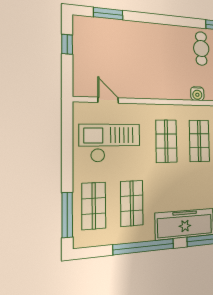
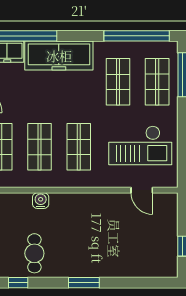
window: (108, 14) -> (84, 283), moved
window: (144, 247) -> (137, 36), moved

